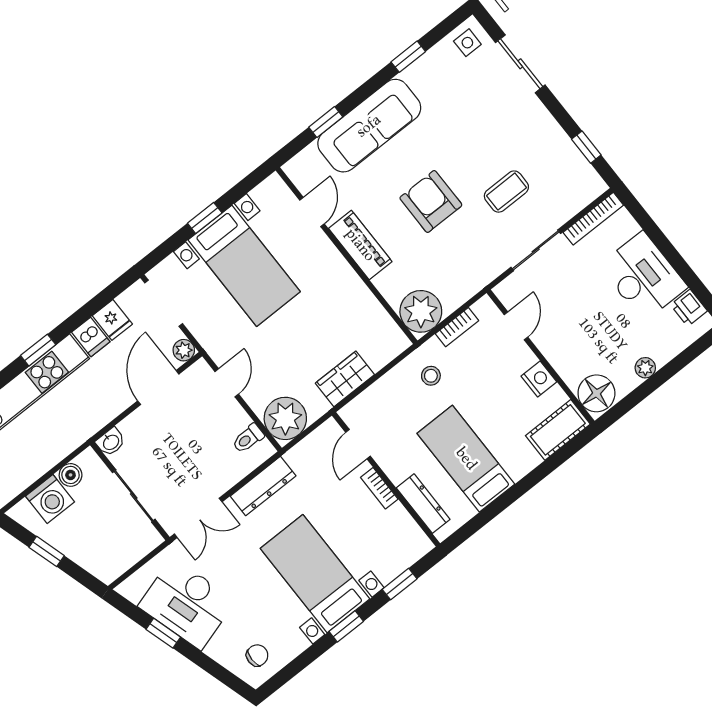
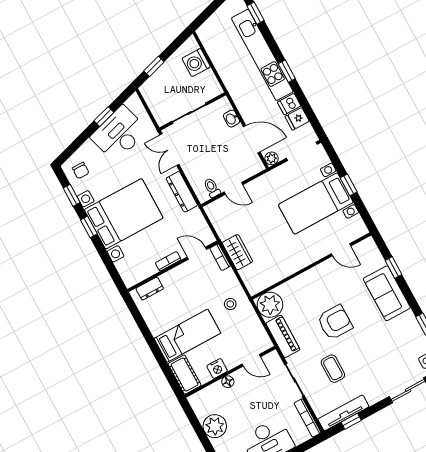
sofa: (369, 126) -> (387, 293), width x0.73
tv unit: (575, 162) -> (343, 413), added
piano: (360, 245) -> (283, 336), moved, turned -90
bookcase: (457, 327) -> (220, 257), moved
plant: (645, 368) -> (215, 426), width x1.87, depth x1.87
door: (227, 383) -> (233, 188), moved
floor lamp: (596, 393) -> (228, 382), moved, width x0.53, depth x0.53
plant: (285, 418) -> (220, 212), removed
washbasin: (111, 442) -> (231, 119), moved
bed: (466, 459) -> (187, 336), moved
boiler: (71, 475) -> (209, 77), removed
dresser: (423, 504) -> (150, 289), width x0.70
window: (47, 551) -> (154, 66), moved
bed with nightstands: (315, 574) -> (124, 214), width x1.36
window: (400, 584) -> (72, 195), moved

